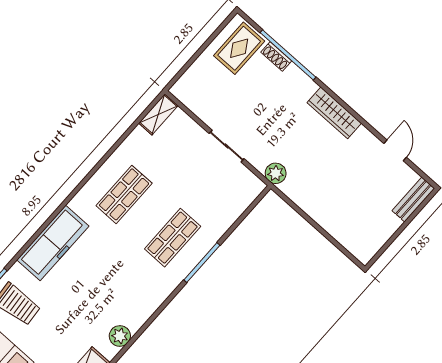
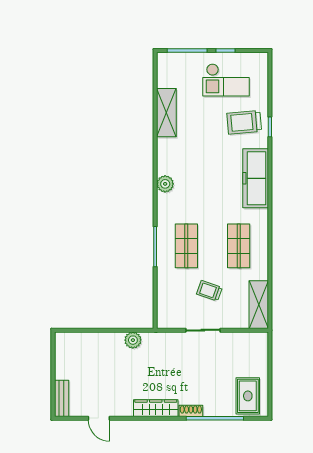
shoe rack: (276, 56) -> (191, 411), moved
shelving: (158, 114) -> (259, 305), width x1.50, depth x1.33
plant: (276, 173) -> (133, 340), moved
trolley: (188, 177) -> (209, 291), added
plant: (120, 336) -> (165, 184), moved

